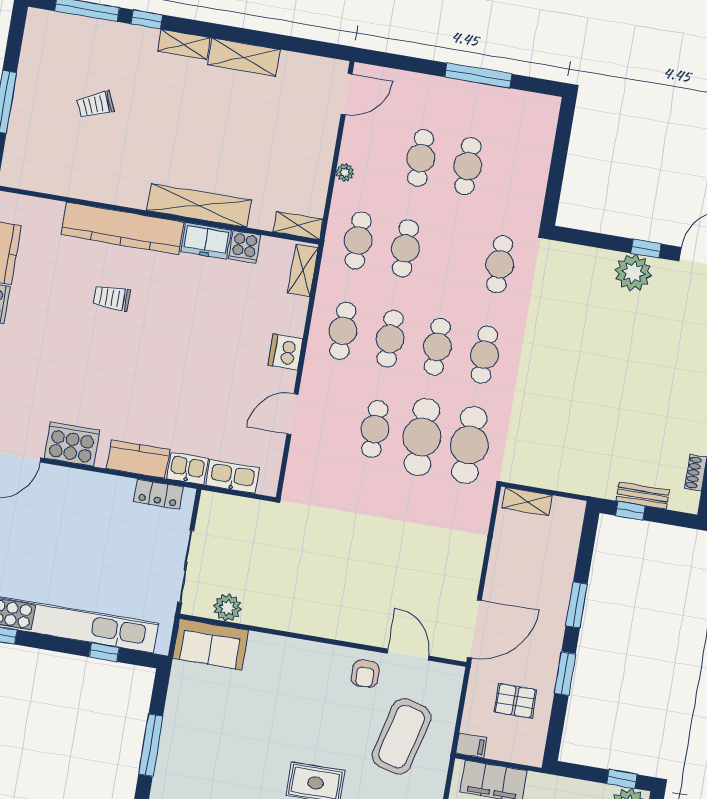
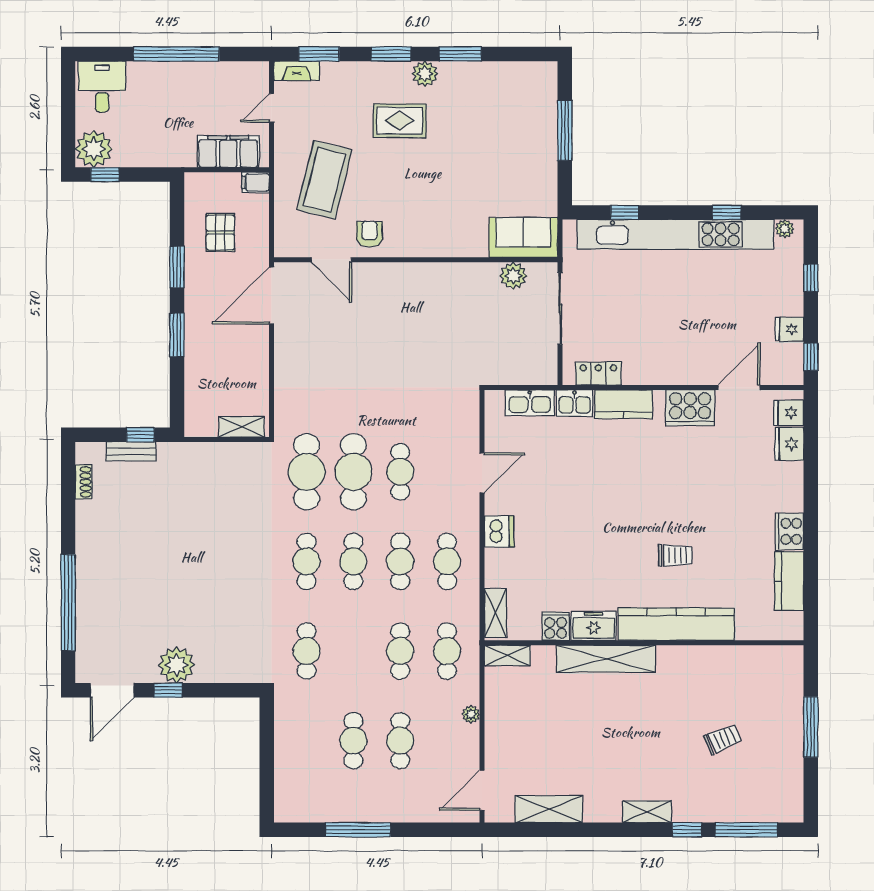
shelving: (244, 57) -> (549, 809), moved
pallet: (515, 701) -> (220, 233), turned 90

